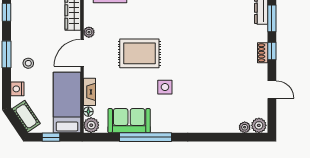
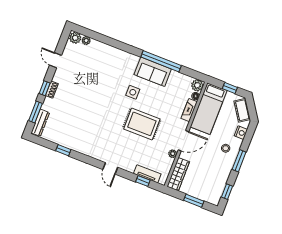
sofa: (129, 121) -> (153, 72), moved

